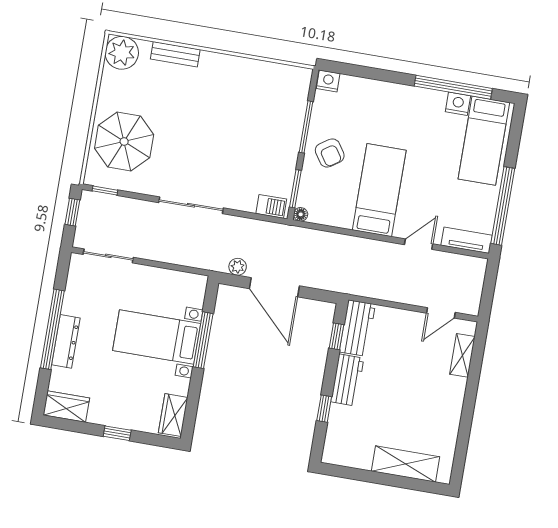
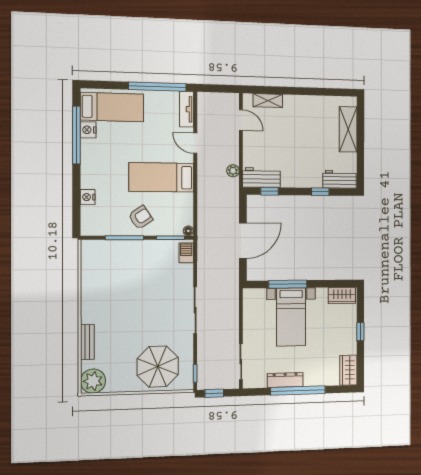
nightstand: (328, 81) -> (88, 197), moved
plant: (238, 267) -> (233, 171), moved
dresser: (66, 341) -> (285, 380), moved
workbench: (347, 380) -> (340, 179), moved

